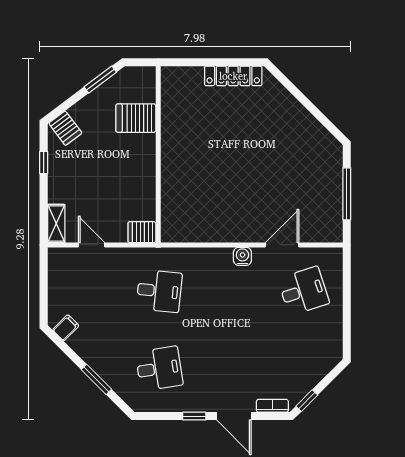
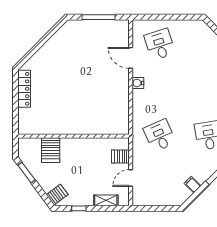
shelving: (56, 223) -> (106, 200), moved
server rack: (142, 232) -> (120, 156), moved, turned 90
desk: (159, 291) -> (160, 136), turned -30
filing cabinet: (66, 328) -> (193, 185), moved

